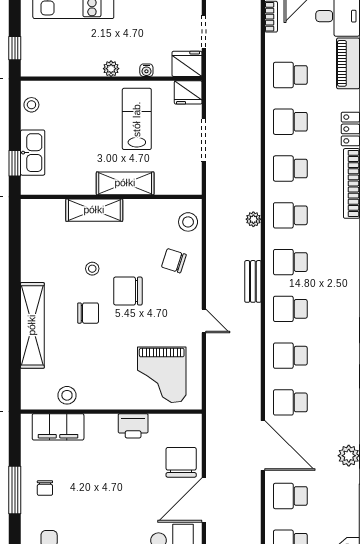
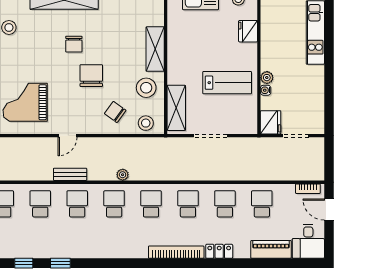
plant: (111, 69) -> (267, 78), moved
fridge: (188, 92) -> (248, 31), moved
shelving: (125, 183) -> (176, 108), moved
plant: (253, 219) -> (123, 175), moved
chair: (174, 261) -> (115, 112), turned -72
stool: (92, 269) -> (146, 88), moved, width x1.89, depth x1.89
bench: (253, 281) -> (70, 174), moved

